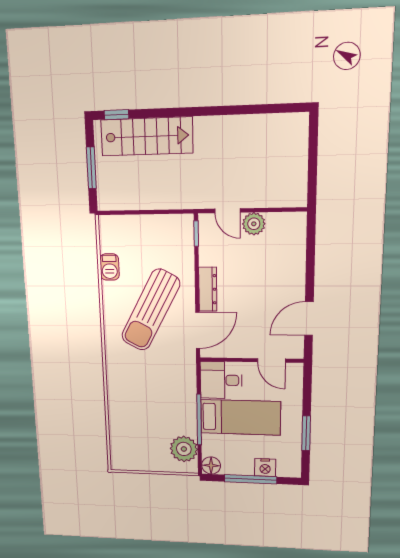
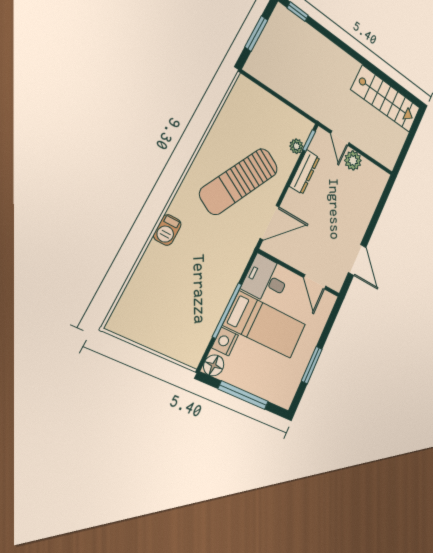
stairs: (147, 136) -> (386, 99), moved
barbecue: (110, 267) -> (167, 230), moved
dresser: (208, 289) -> (305, 172), moved
door: (309, 319) -> (357, 260), swing flipped
plant: (184, 449) -> (296, 146), moved, width x0.53, depth x0.53
nightstand: (265, 468) -> (225, 341), moved, turned 90

